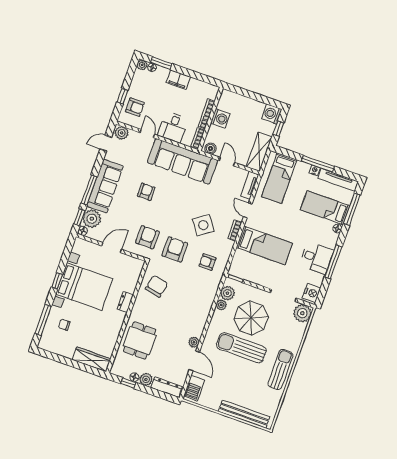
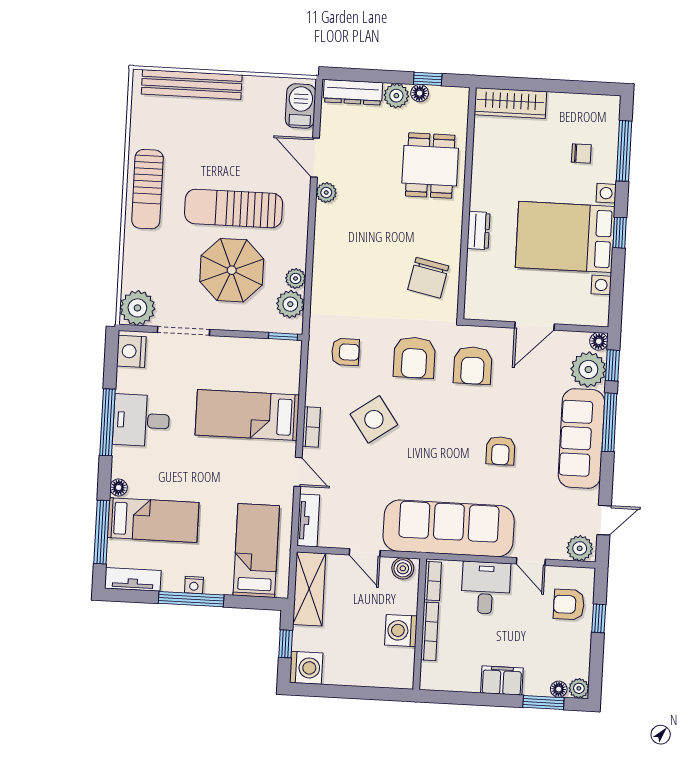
tv unit: (338, 180) -> (133, 579), width x0.71
sun lounger: (241, 348) -> (234, 209), turned 180

